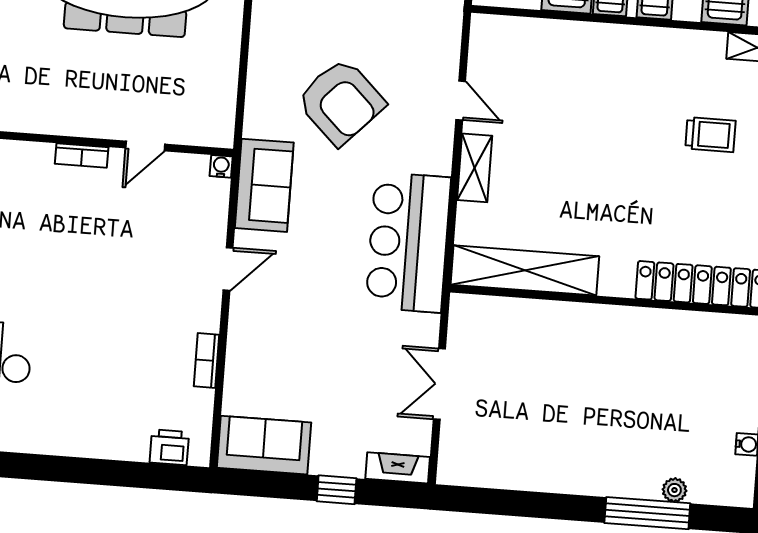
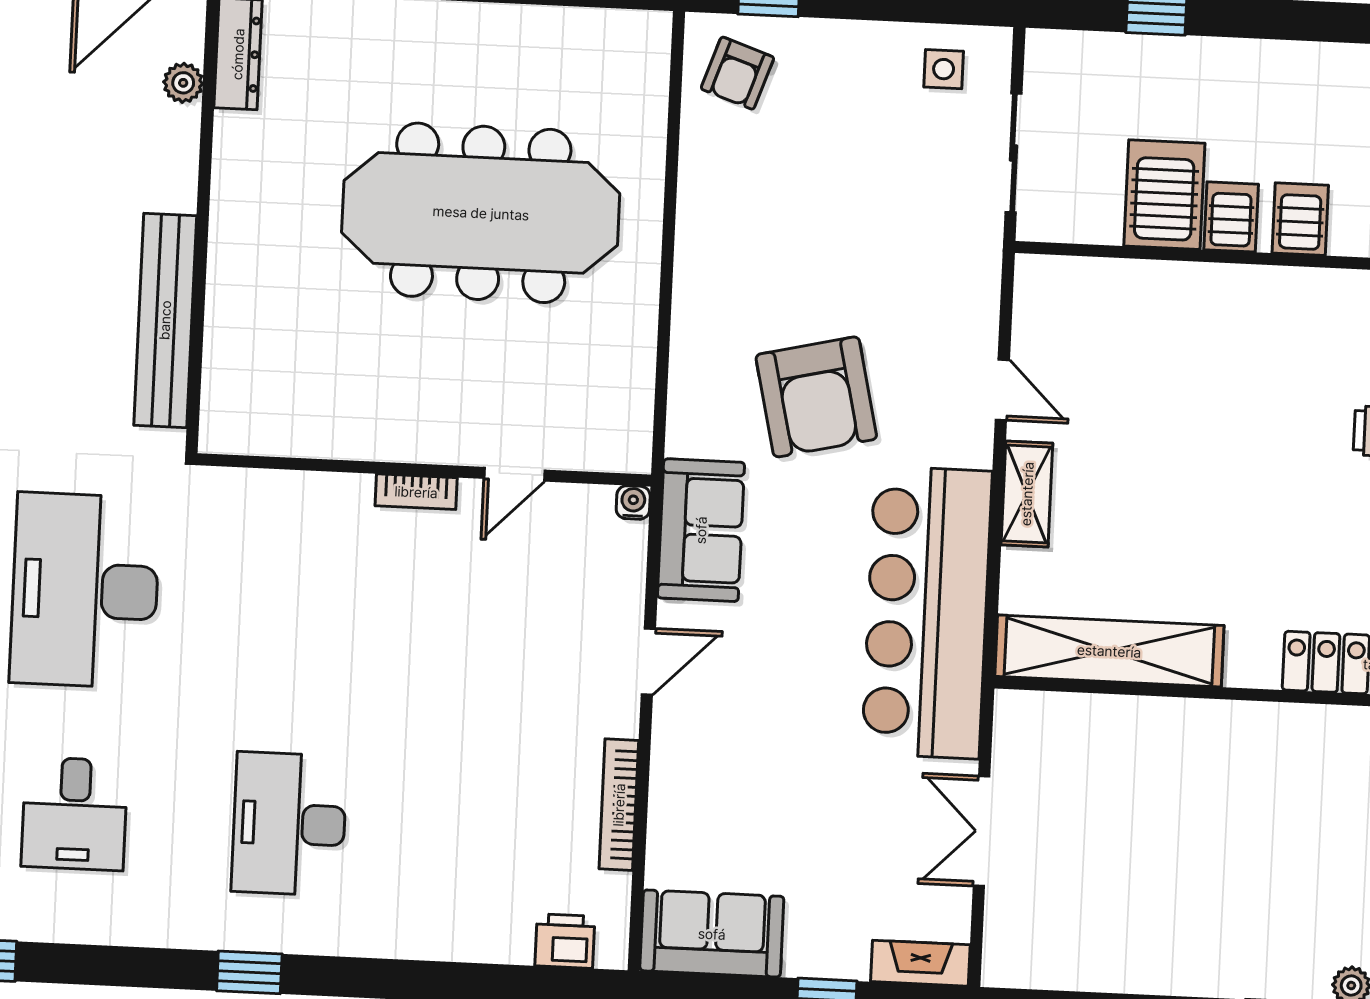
armchair: (341, 102) -> (816, 397), turned 33
bar counter: (408, 242) -> (927, 612), width x1.36
bookcase: (206, 360) -> (619, 805), width x1.56

